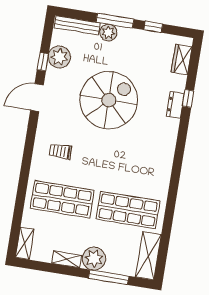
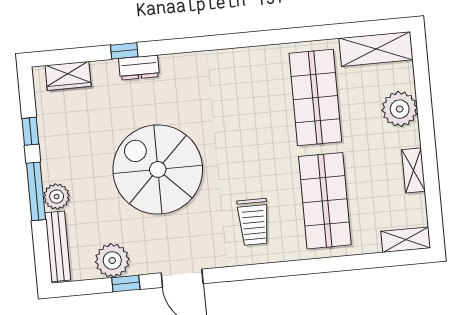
trolley: (61, 151) -> (254, 222), width x1.36, depth x1.39
plant: (94, 259) -> (400, 109), moved
window: (109, 277) -> (424, 100), removed

